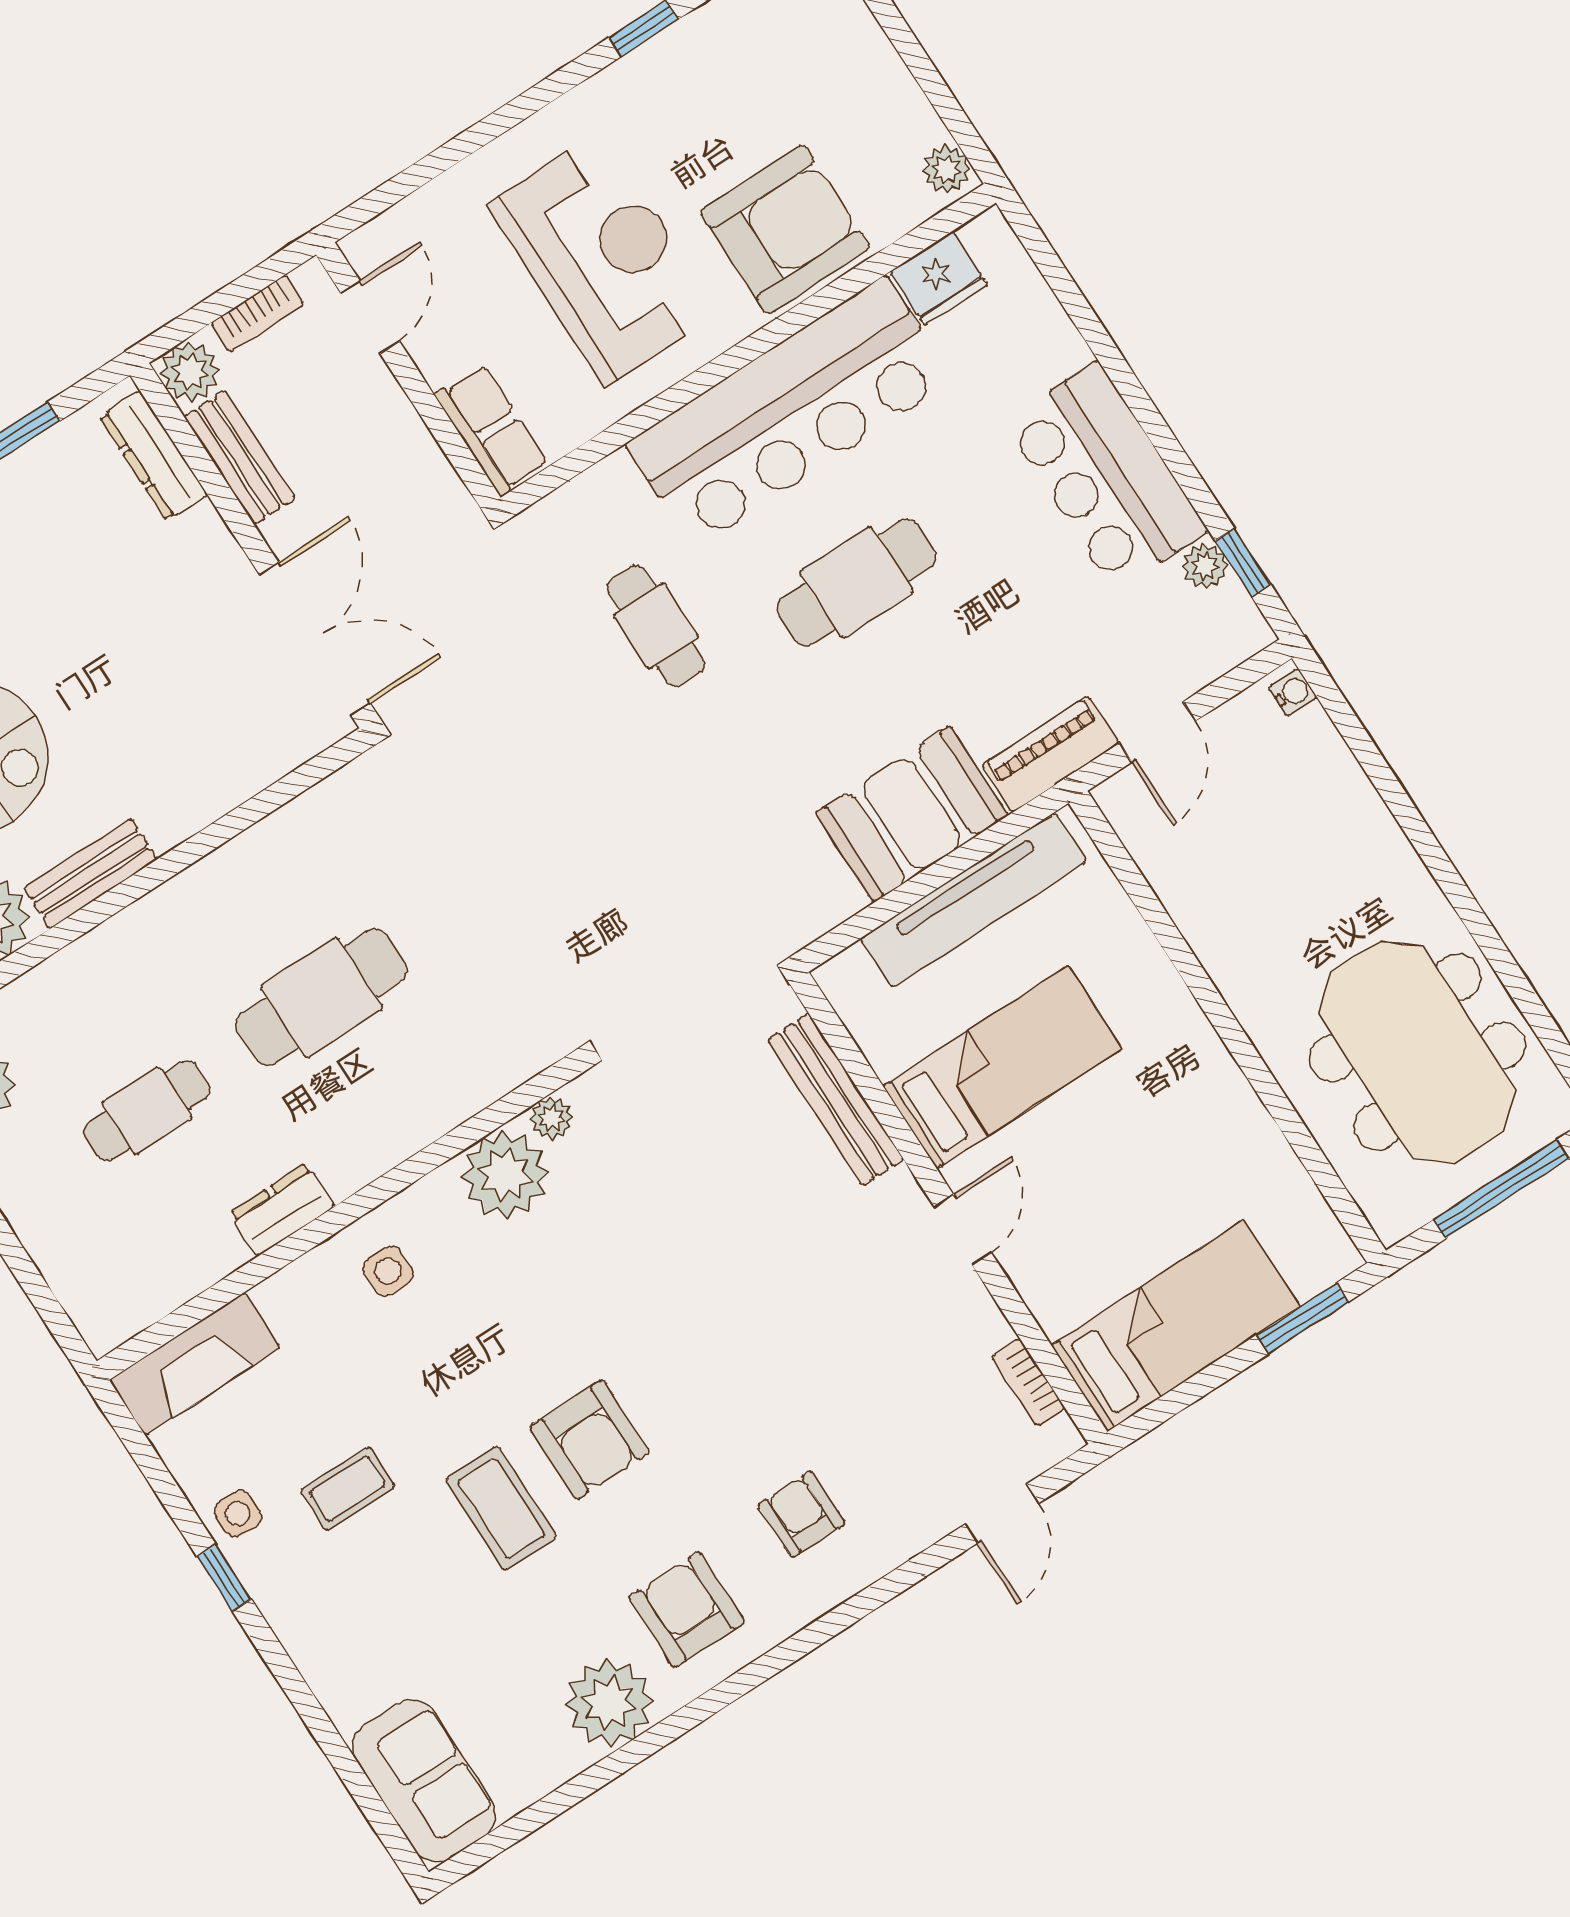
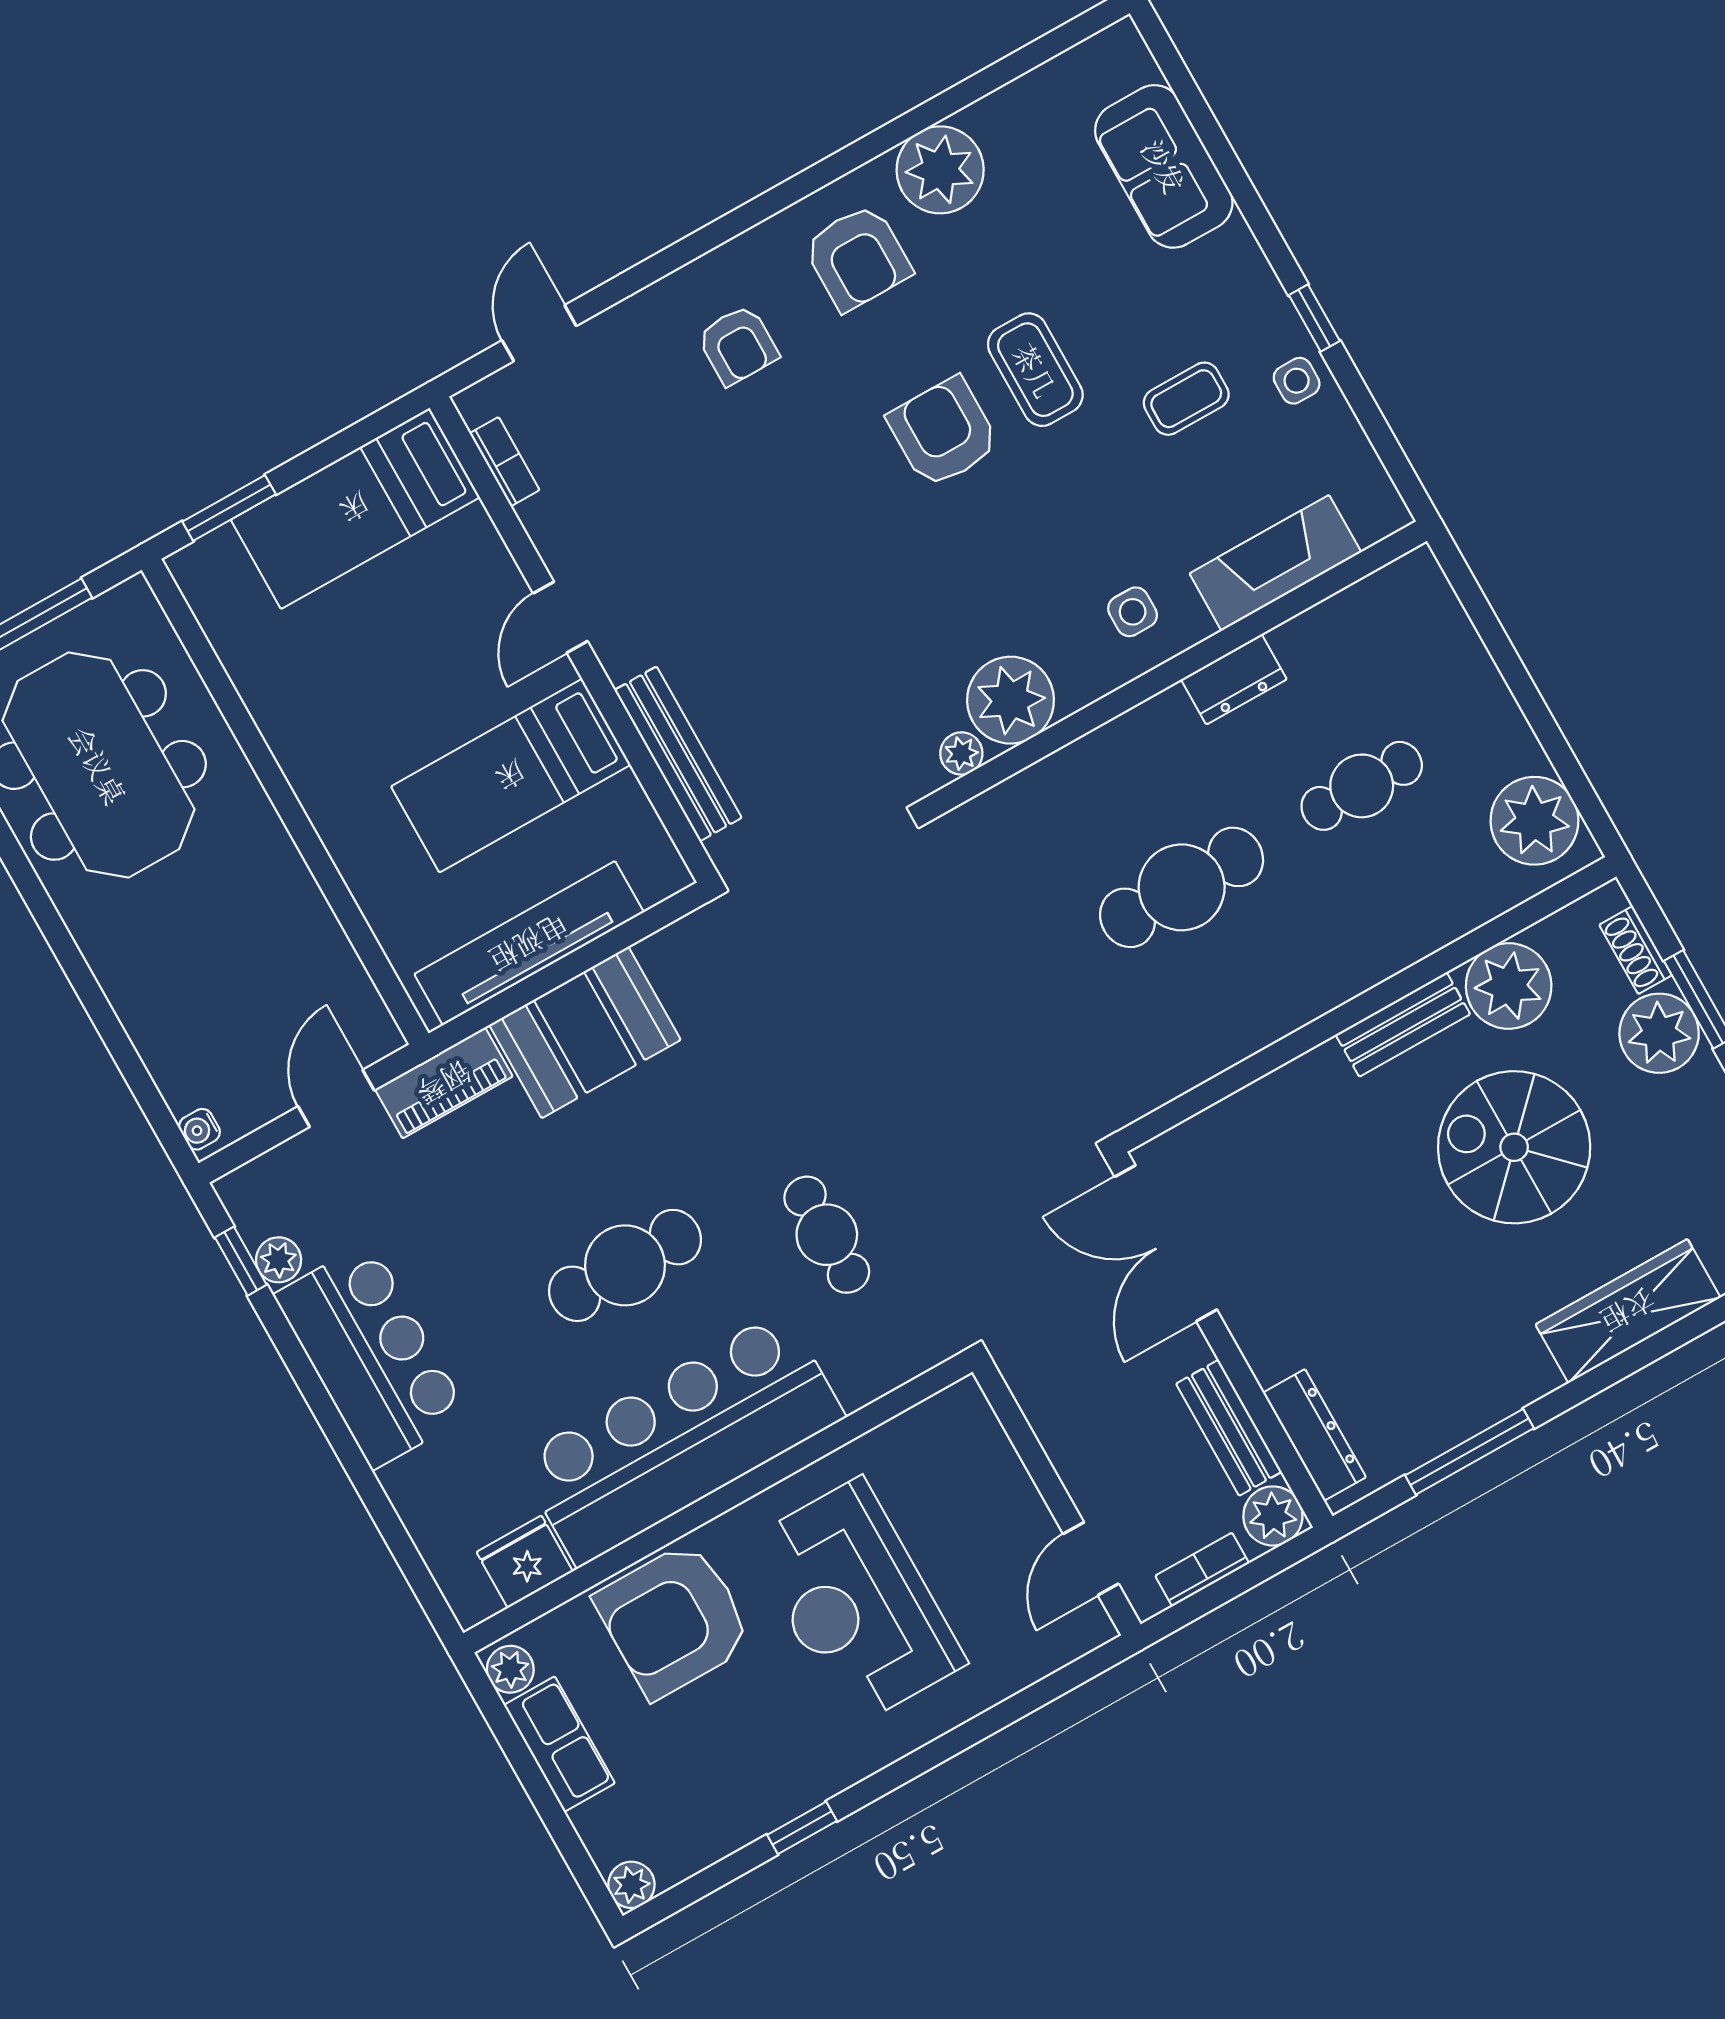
row of seats: (492, 430) -> (559, 1744), moved, turned 180
fireplace: (195, 1364) -> (1275, 563), moved
sofa: (424, 1781) -> (1164, 166), moved

